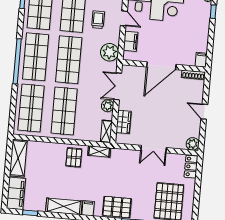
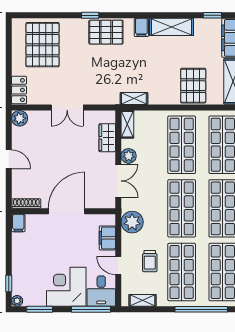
double door: (154, 149) -> (67, 108), swing flipped
pallet: (74, 157) -> (193, 86), moved, width x1.50, depth x1.42

